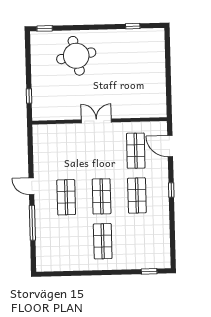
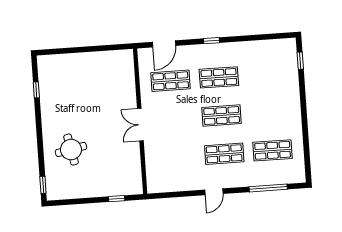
round table: (76, 56) -> (71, 150), width x0.73, depth x0.73
window: (32, 223) -> (268, 188), moved
shop shelf: (103, 241) -> (273, 150), moved

